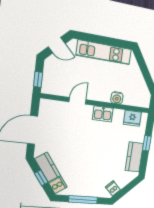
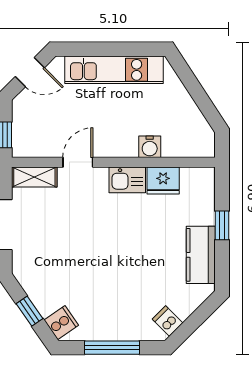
shelving: (52, 106) -> (34, 177), added
fridge: (132, 118) -> (163, 180), moved
kitchen counter: (48, 167) -> (39, 290), removed

